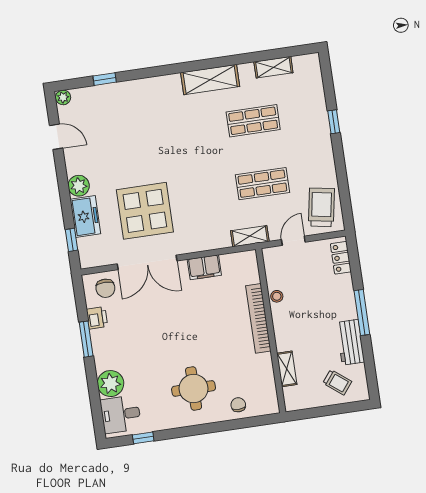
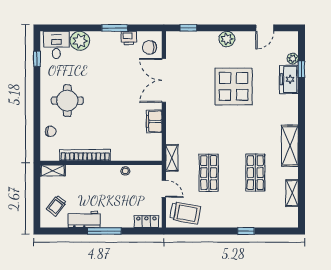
plant: (63, 97) -> (293, 59), moved
display table: (145, 211) -> (234, 86), moved
freezer: (85, 217) -> (289, 79), moved, turned 90
bookcase: (258, 318) -> (85, 155), moved
shelving: (287, 369) -> (53, 170), moved

